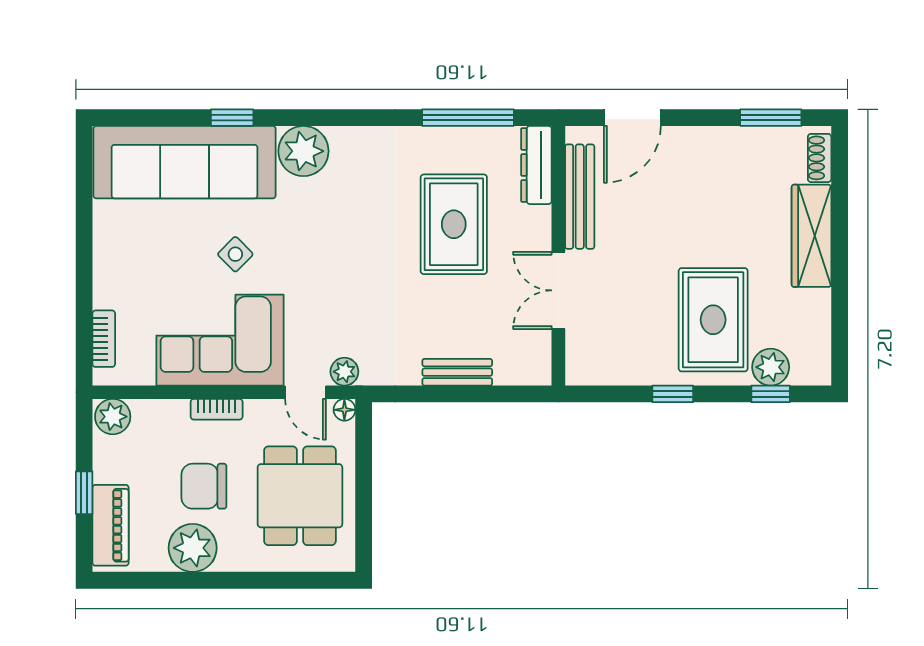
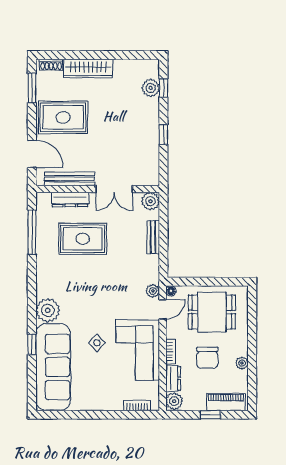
dresser: (536, 165) -> (70, 199), moved
rug: (713, 320) -> (63, 117), moved
plant: (533, 367) -> (150, 201), added
dresser: (161, 414) -> (173, 378), added
plant: (193, 548) -> (242, 363), width x0.53, depth x0.53

